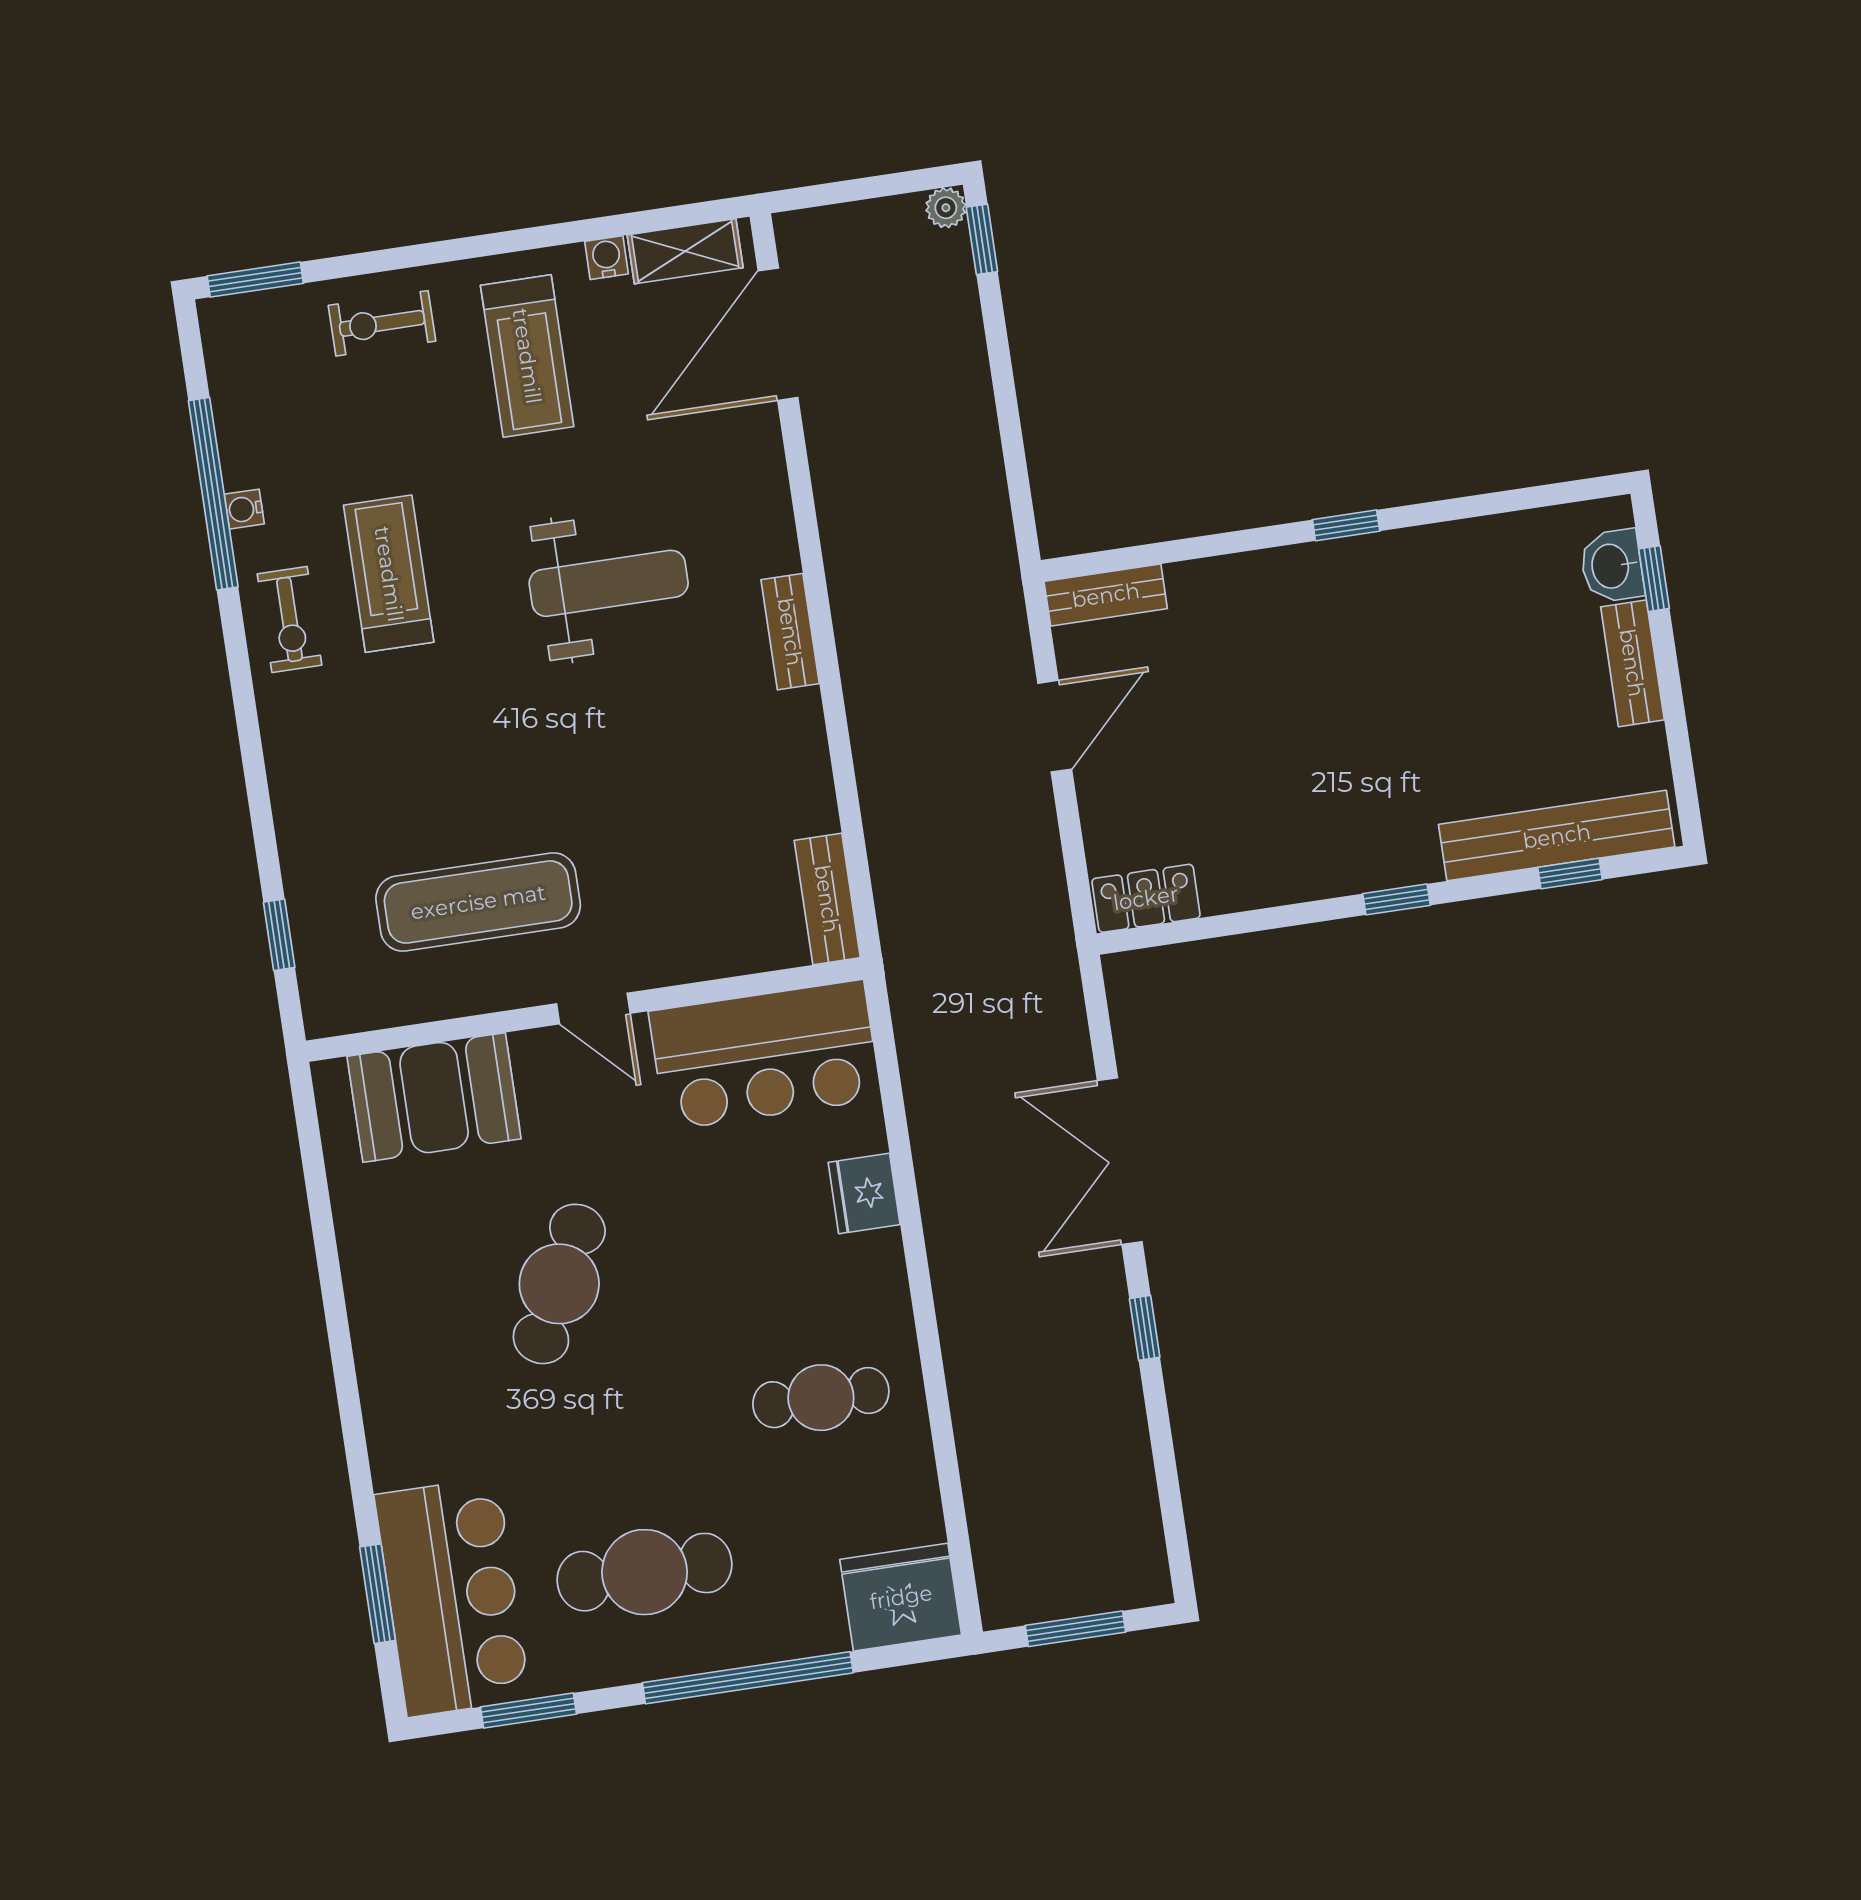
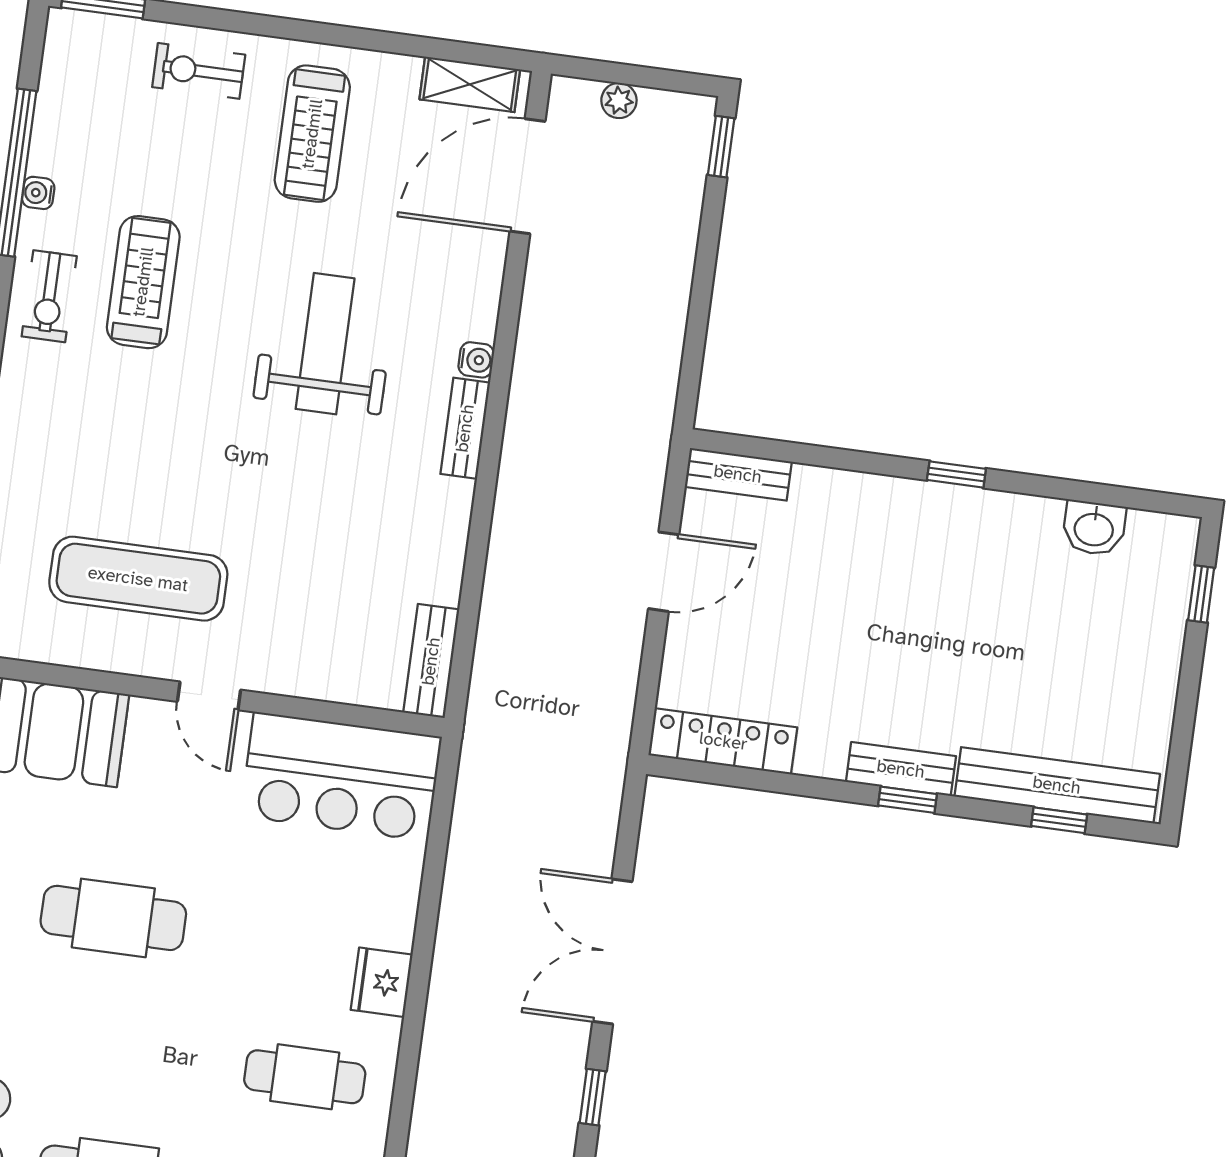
plant: (946, 208) -> (619, 101), moved
water cooler: (606, 258) -> (476, 360), moved, turned 90
washbasin: (1612, 566) -> (1094, 528), moved, turned -90
weight bench: (609, 583) -> (325, 344), turned -90
bench: (1632, 663) -> (901, 769), moved, turned 90
locker: (1146, 898) -> (723, 741), width x1.53
fridge: (864, 1193) -> (382, 982), moved
cafe table: (559, 1284) -> (113, 918), turned 63

